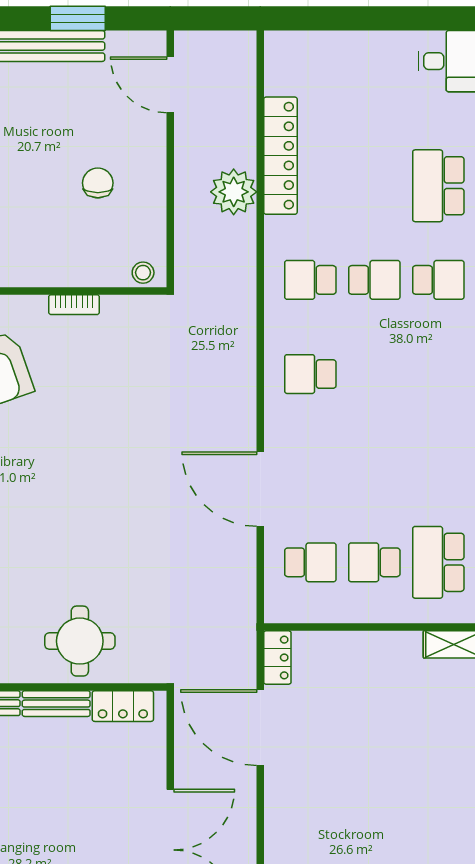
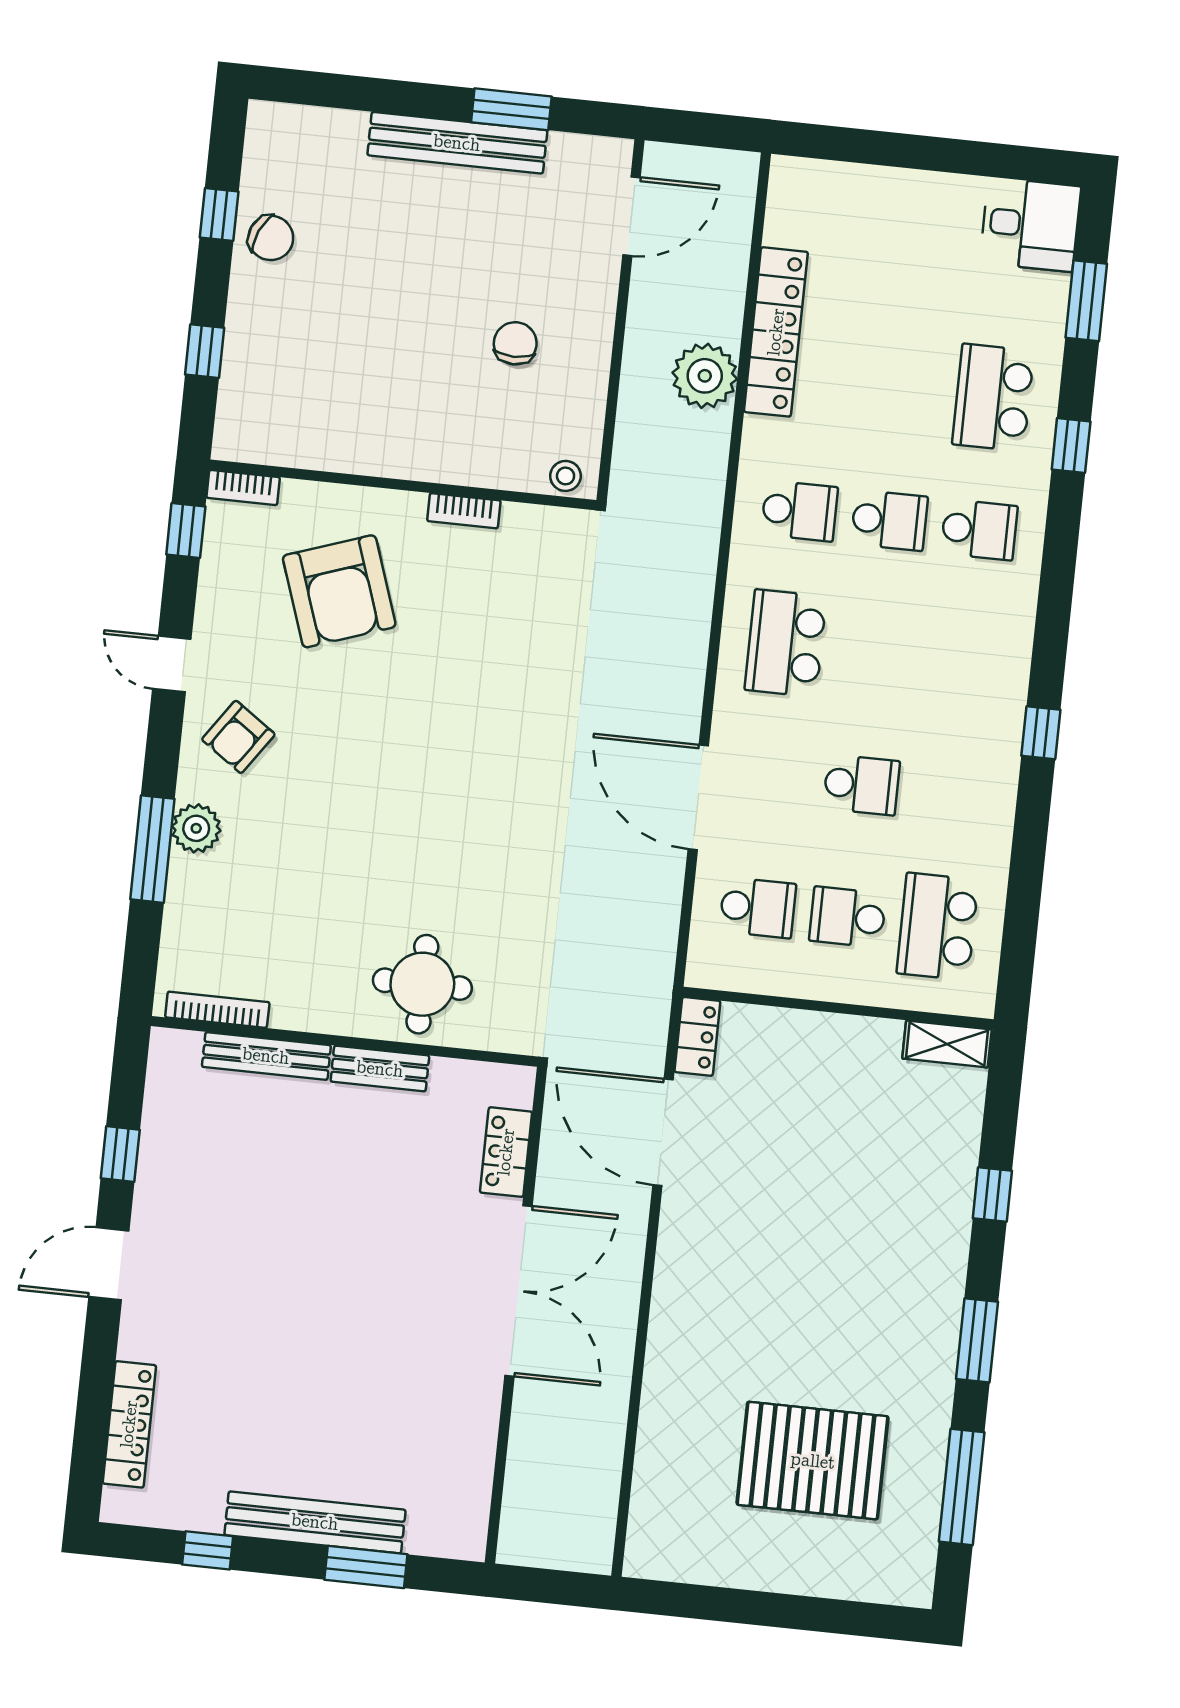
door: (170, 85) -> (631, 216), swing flipped
school desk: (310, 280) -> (799, 511), turned 180
school desk: (310, 374) -> (786, 643), width x1.85
school desk: (374, 468) -> (862, 785), added
locker: (123, 706) -> (506, 1152), moved, turned 90

